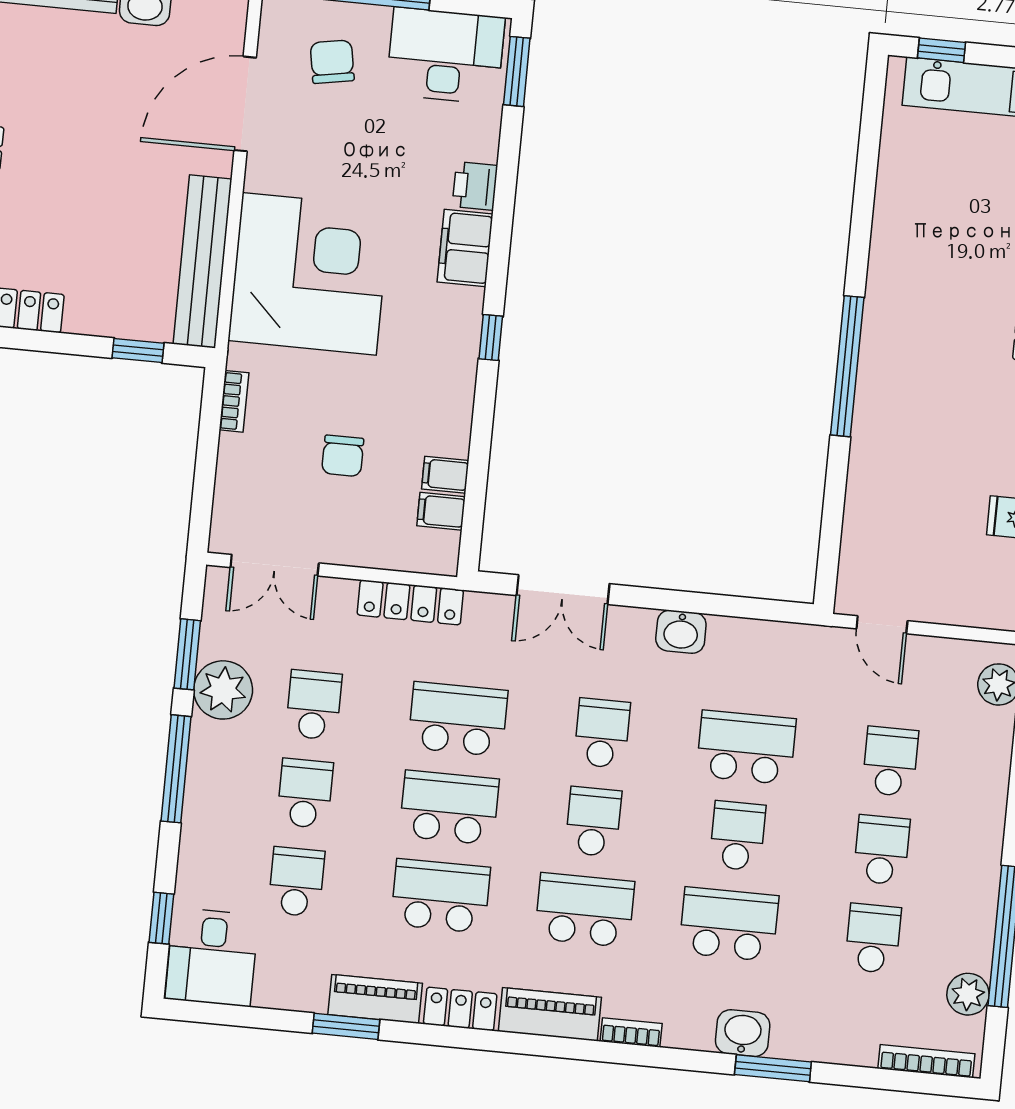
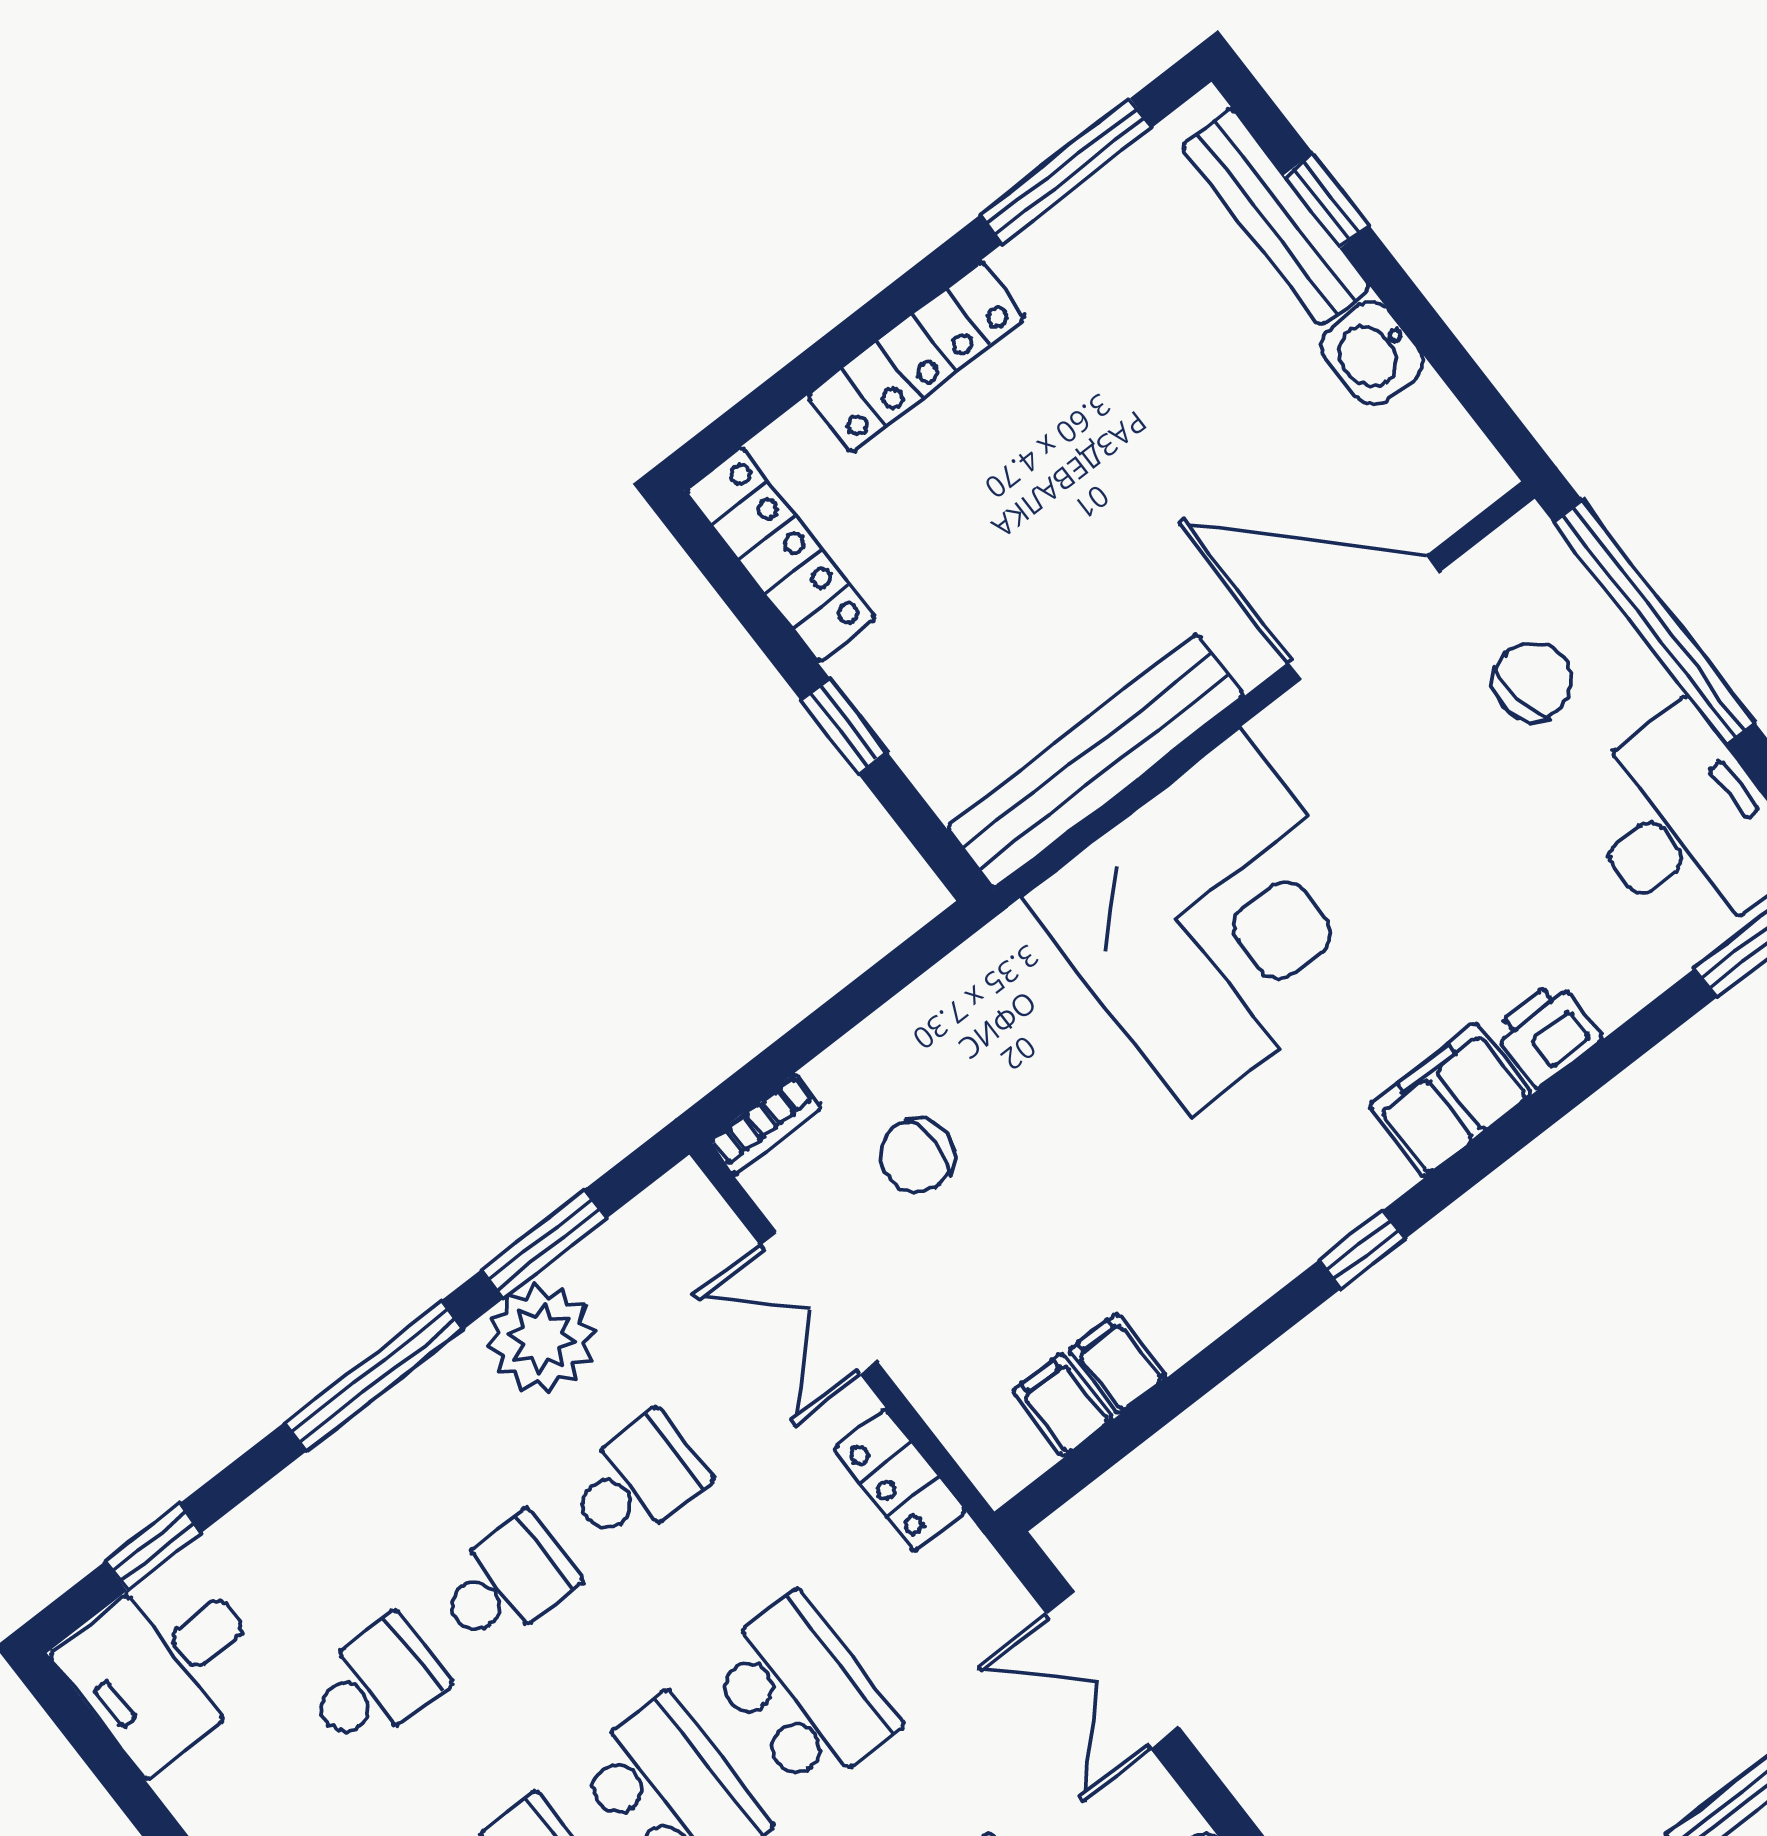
window: (138, 351) -> (844, 726), moved
bookcase: (234, 401) -> (765, 1124), moved
chair: (343, 456) -> (917, 1156), moved
double door: (275, 565) -> (818, 1303), moved
locker: (410, 602) -> (900, 1480), width x0.66

